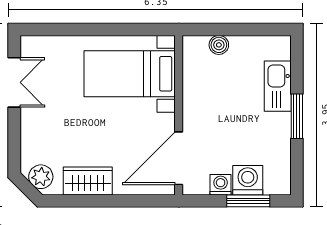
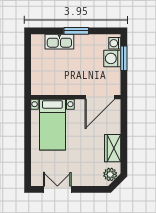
boiler: (219, 45) -> (36, 75), removed
door: (179, 158) -> (100, 97), hinge flipped
washing machine: (221, 185) -> (115, 43), moved

